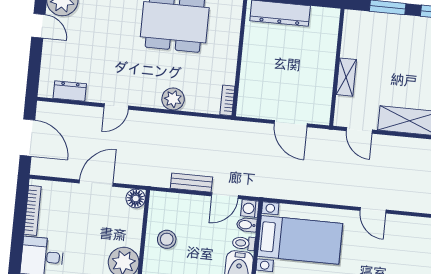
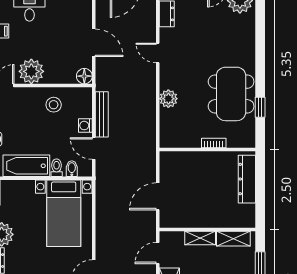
shelving: (351, 37) -> (233, 239), added
bookcase: (227, 100) -> (214, 143), moved
bench: (191, 183) -> (102, 114), width x1.36
washing machine: (250, 208) -> (85, 126), moved, turned -90

